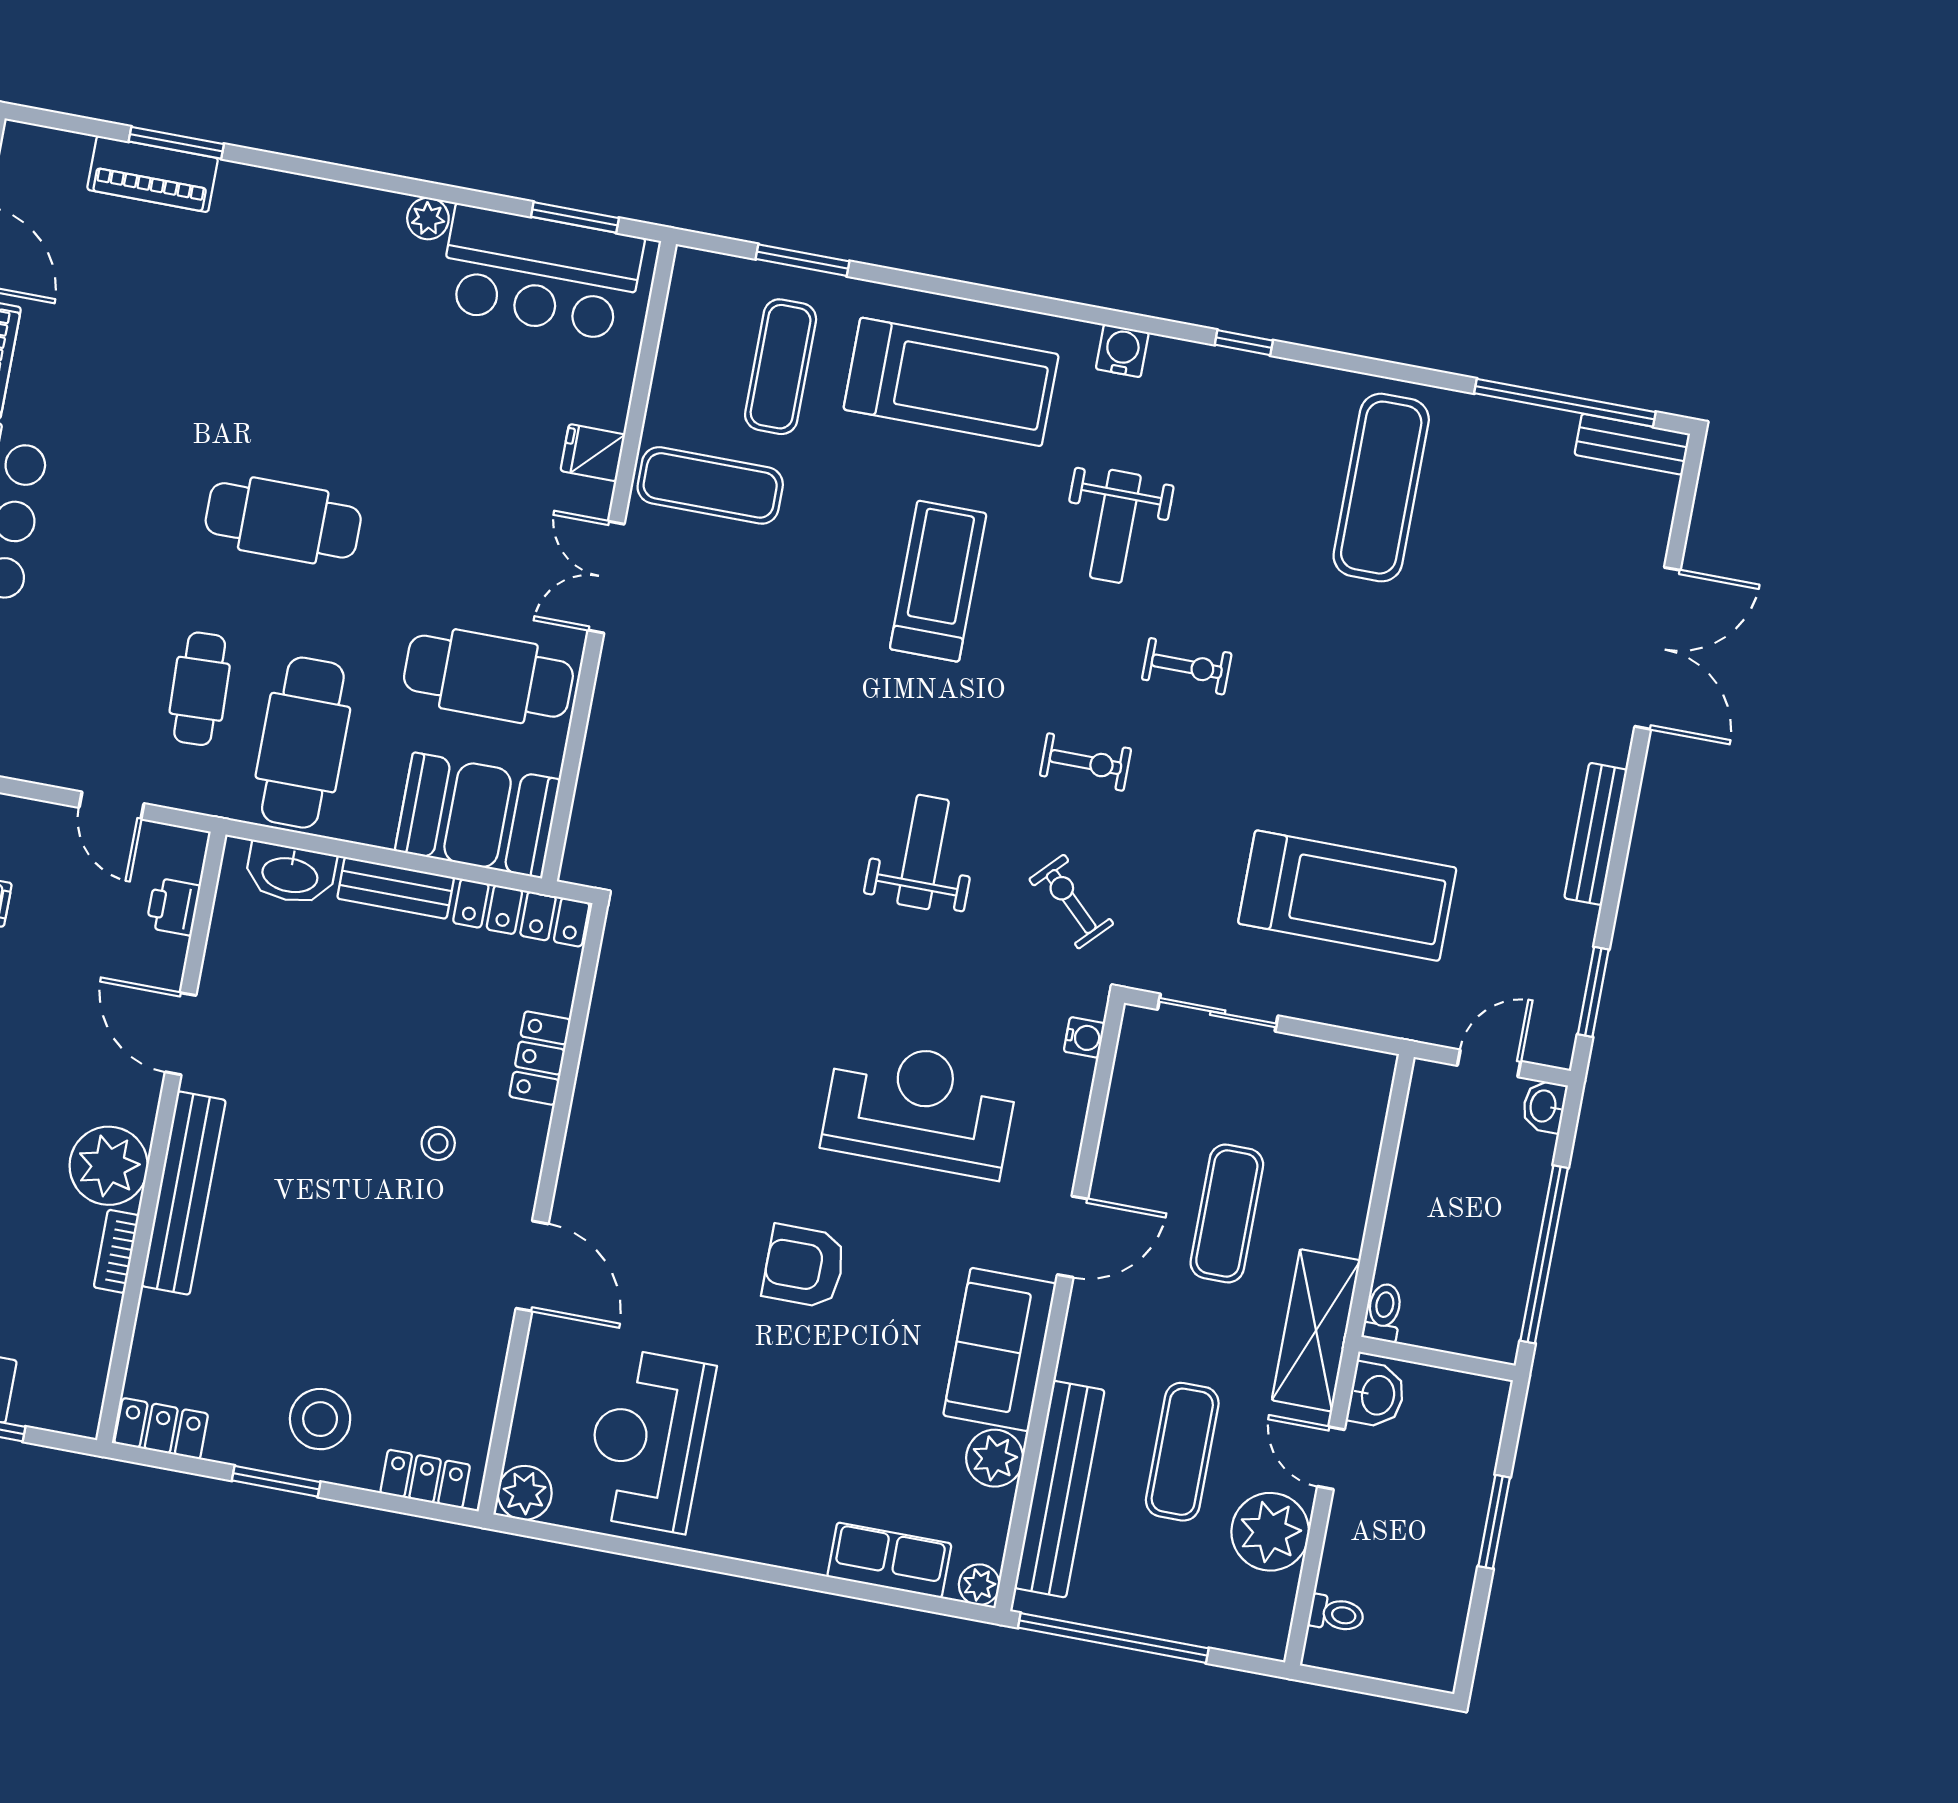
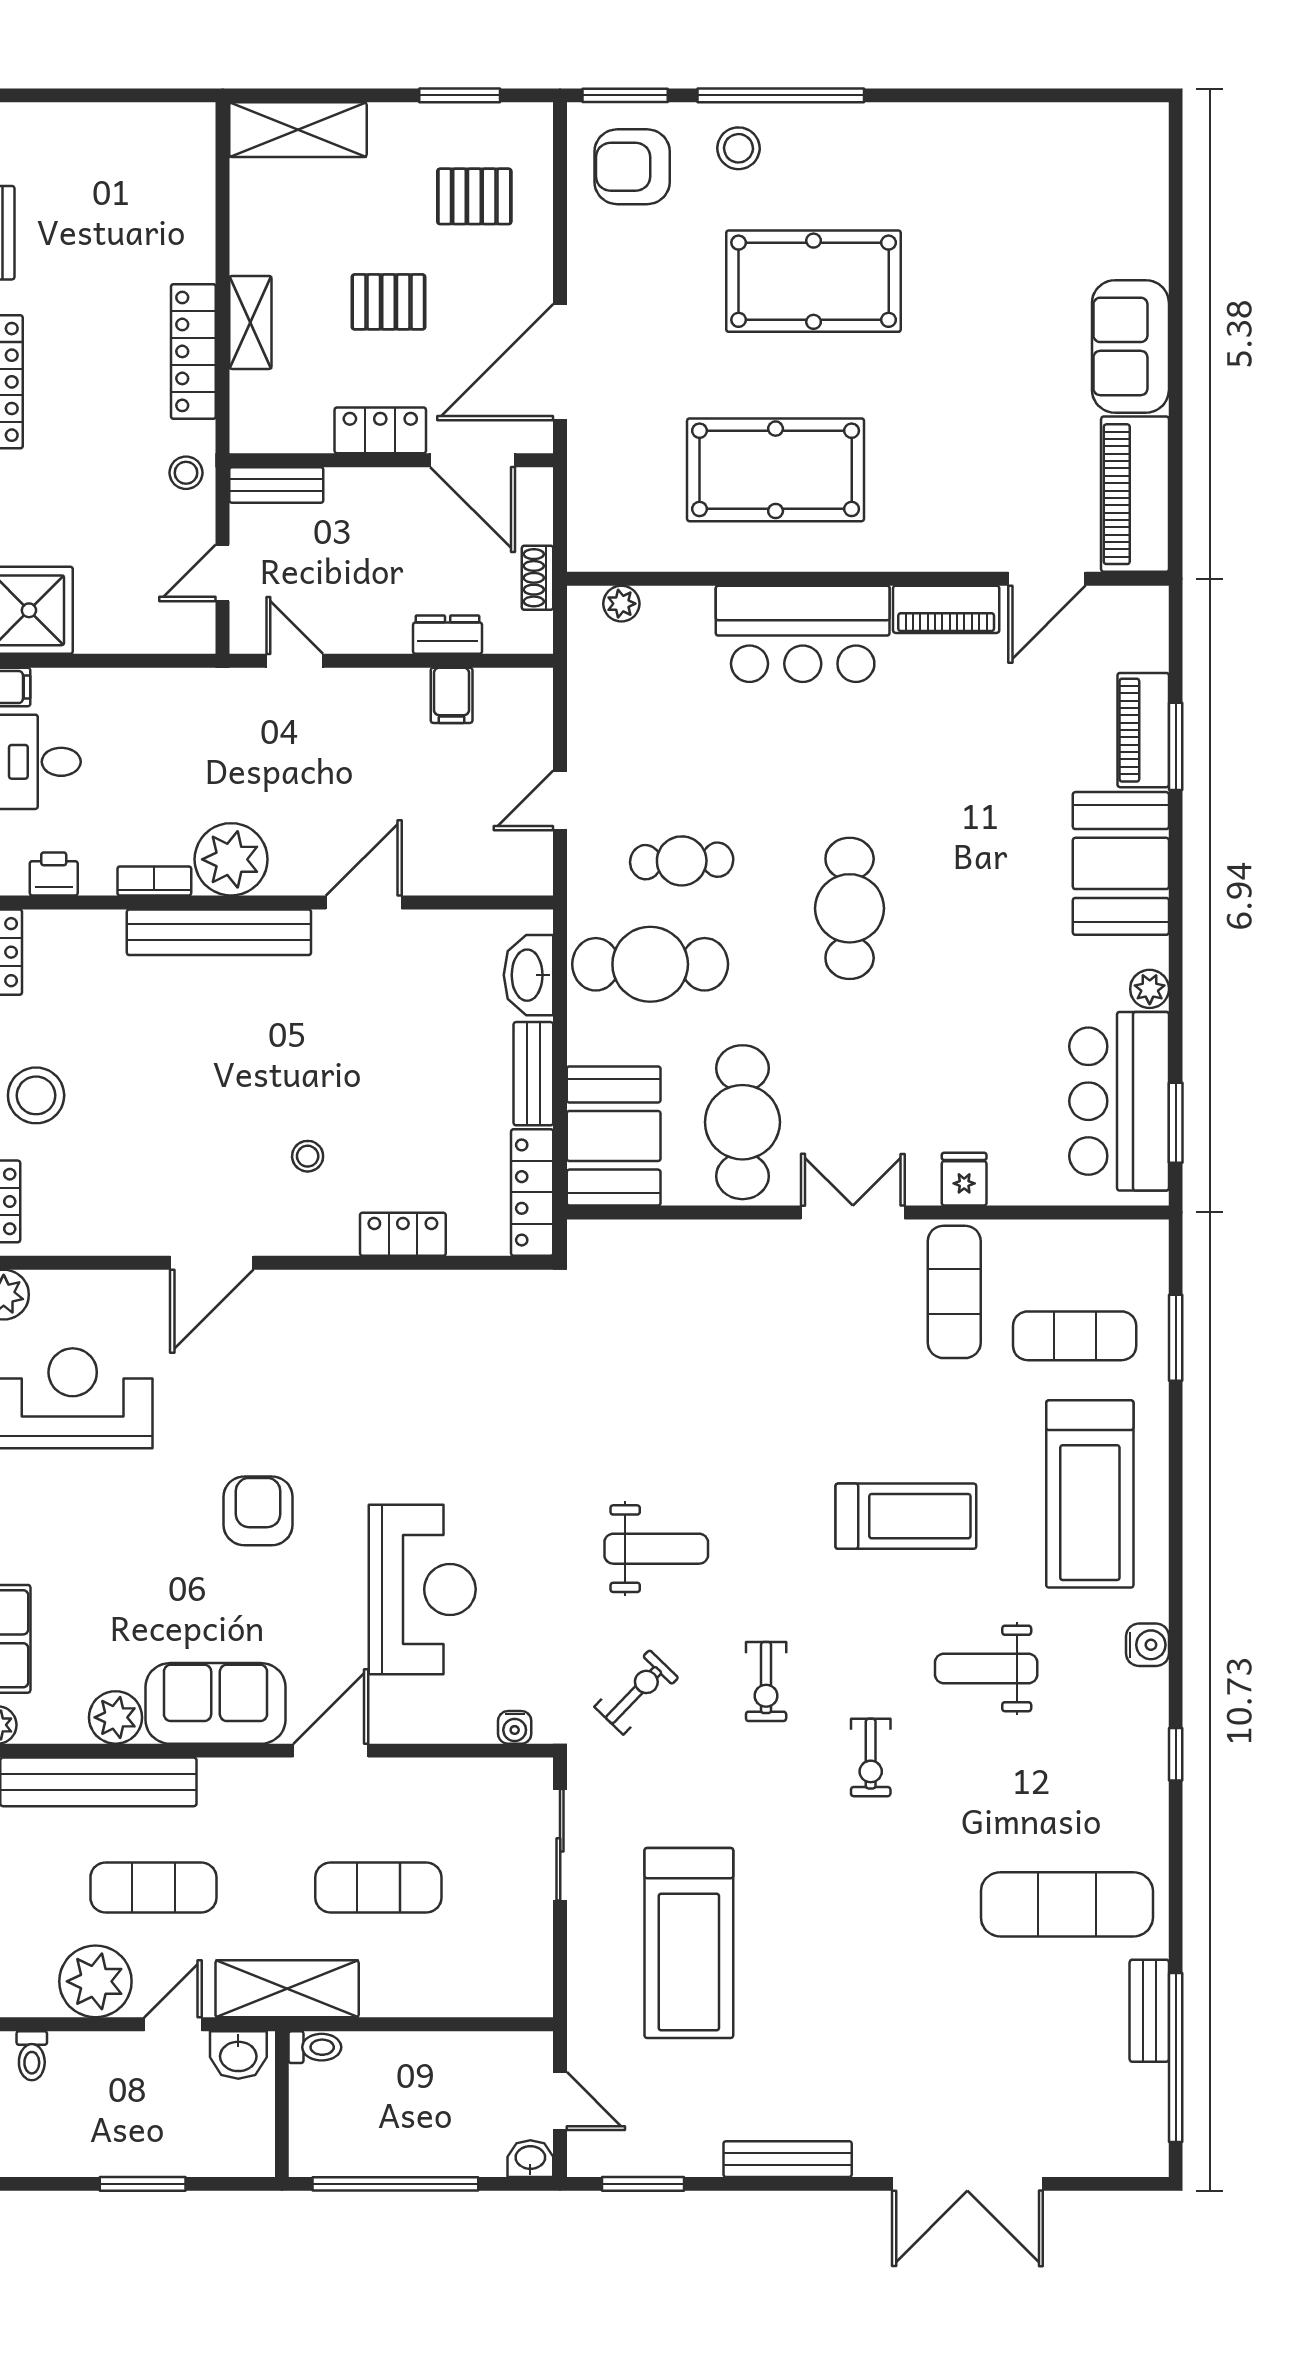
booth: (289, 224) -> (1121, 863), added
bench: (1632, 444) -> (1149, 2011), moved
printer: (173, 907) -> (54, 874), moved
door: (1073, 1237) -> (331, 1751), swing flipped

